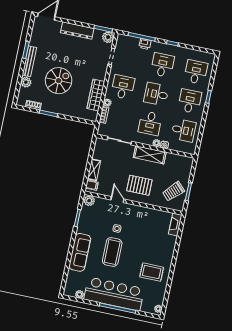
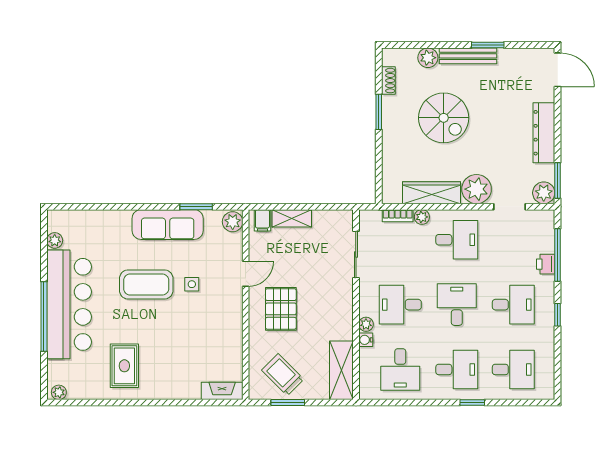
plant: (99, 71) -> (477, 189), added
shelving: (150, 155) -> (341, 370), moved
sofa: (80, 252) -> (168, 225), moved

